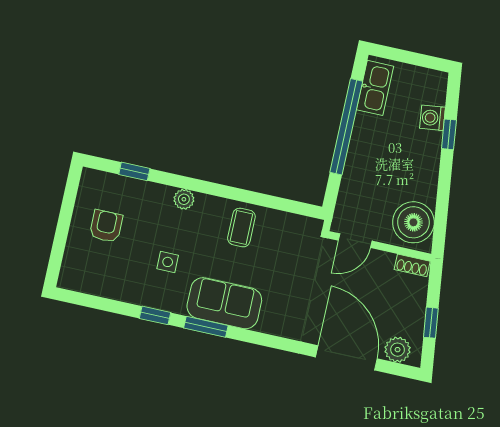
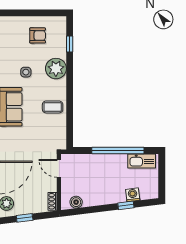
plant: (184, 199) -> (56, 69), width x1.88, depth x1.88
boiler: (413, 222) -> (76, 202), width x0.54, depth x0.54

